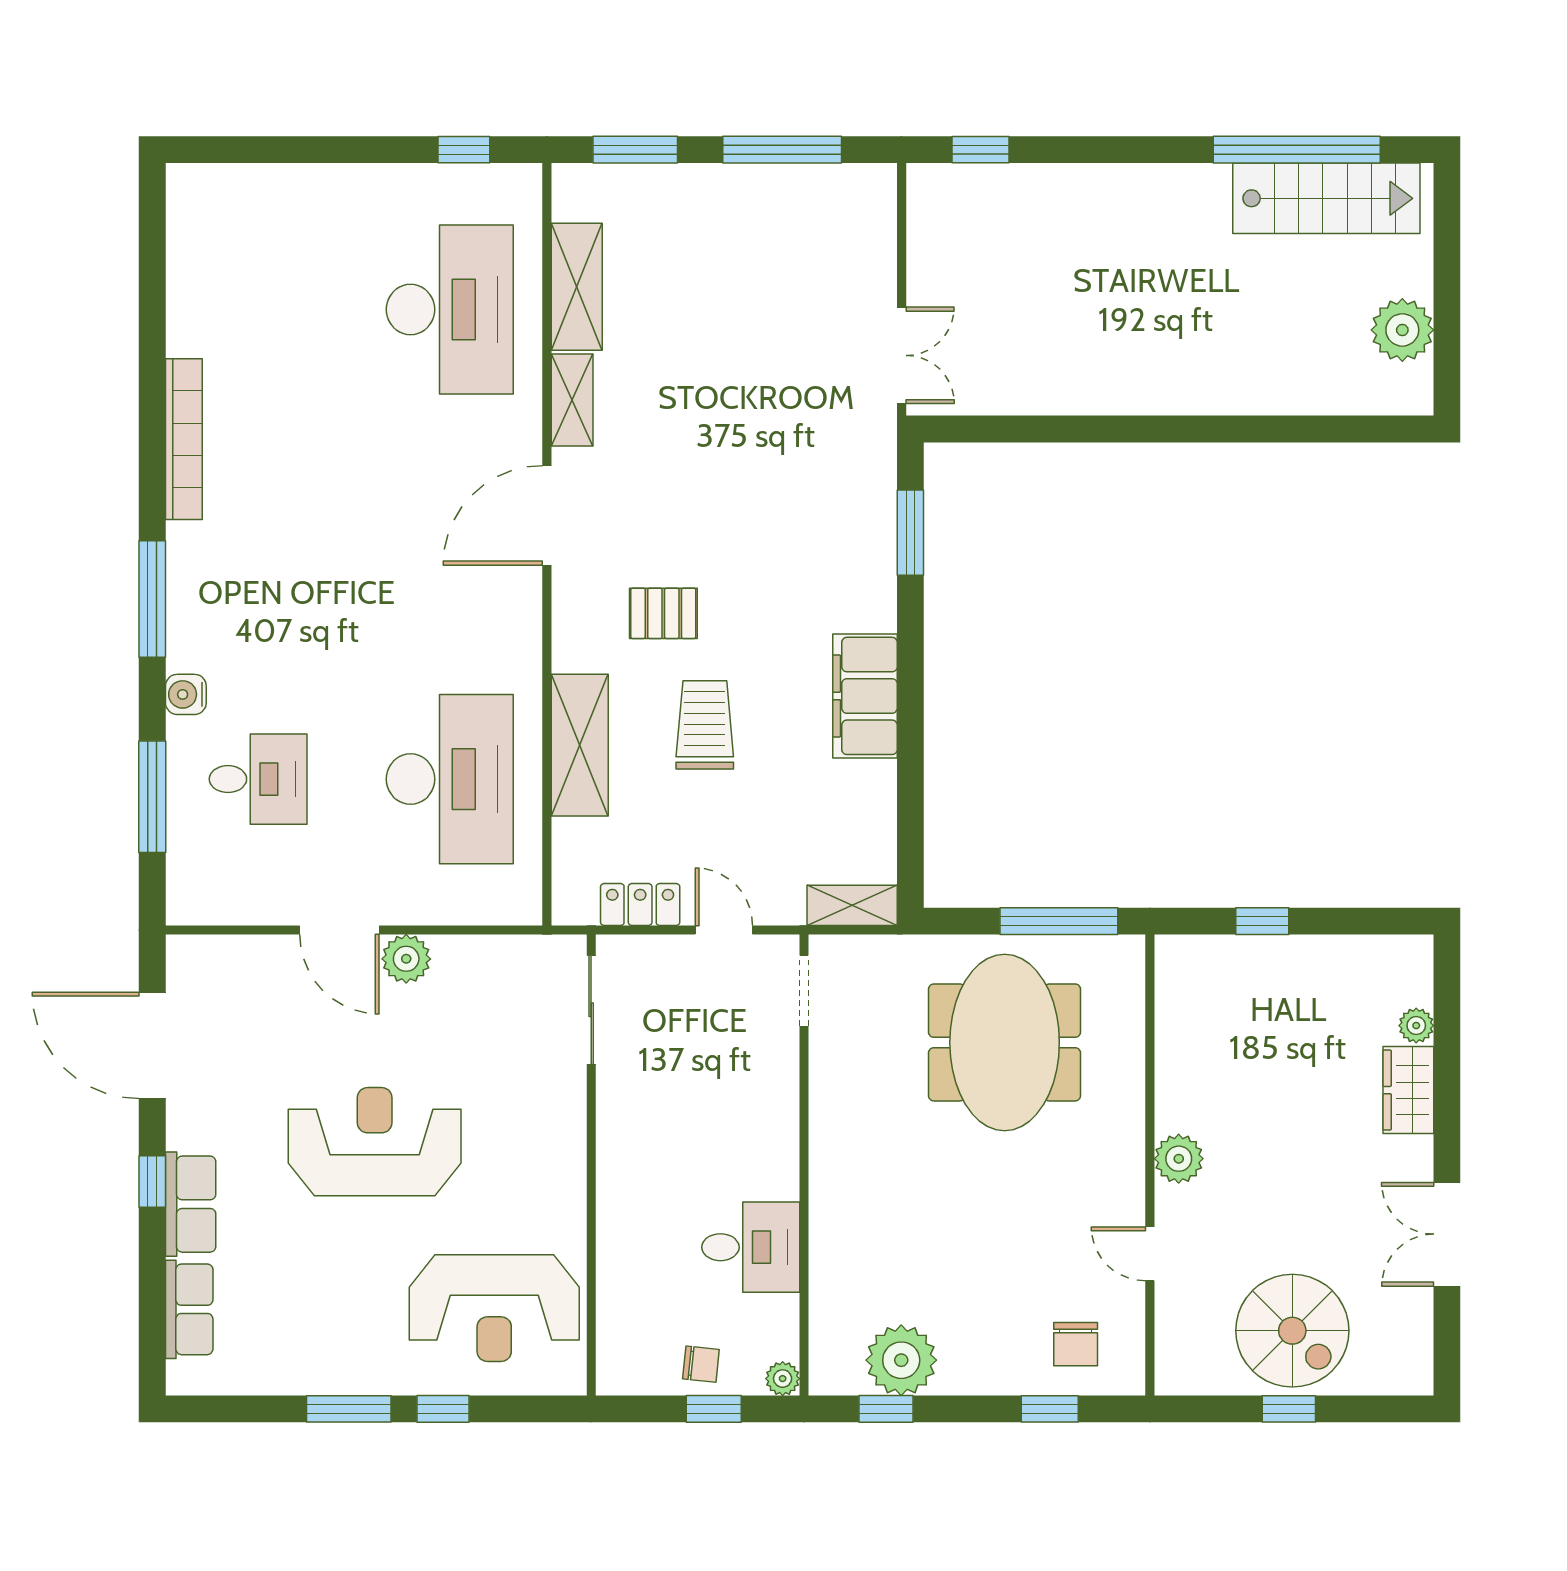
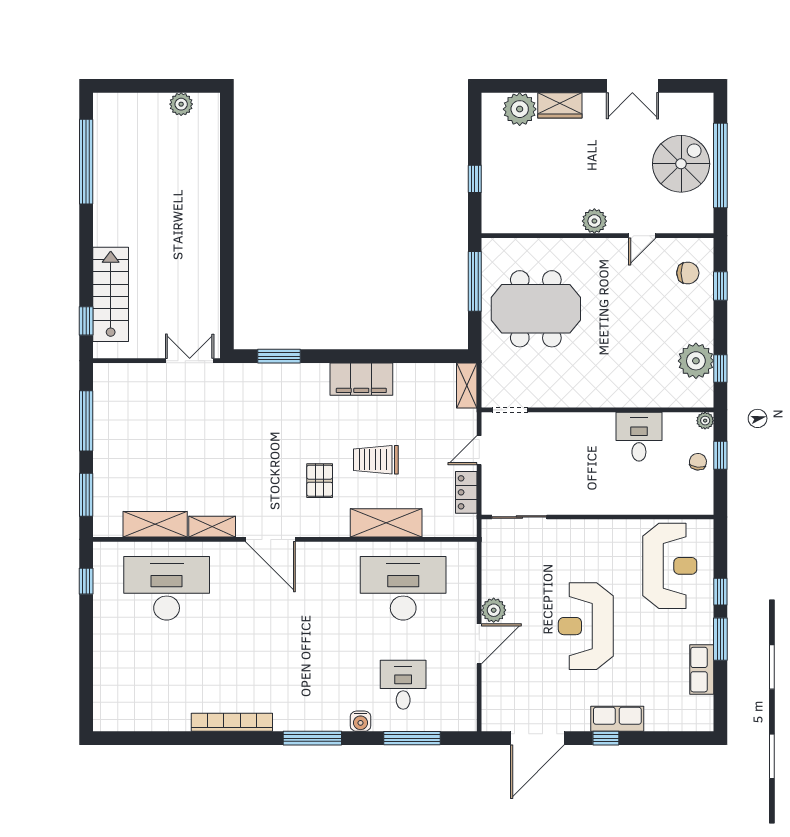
stairs: (1326, 198) -> (111, 294), moved
plant: (1402, 330) -> (181, 104), width x0.73, depth x0.73
plant: (1416, 1026) -> (520, 109), width x1.88, depth x1.88
row of seats: (189, 1309) -> (702, 670), moved, turned -90
window: (1289, 1409) -> (720, 166), width x3.17

